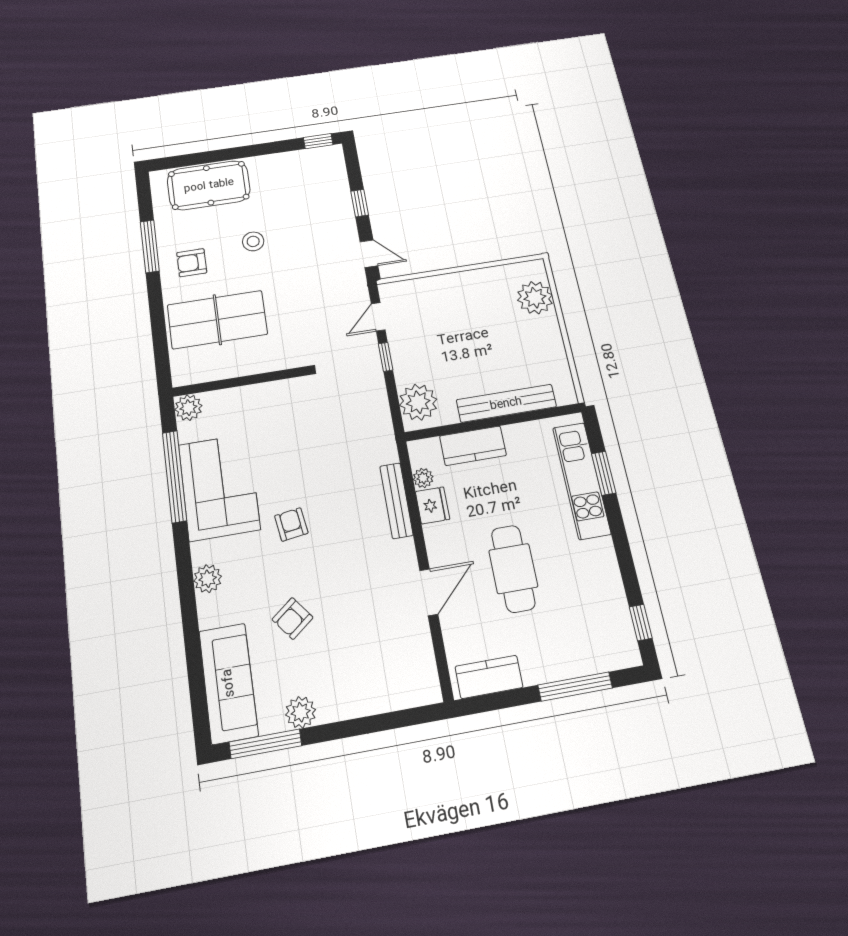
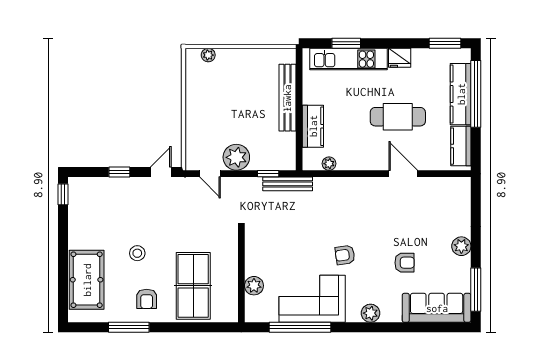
plant: (535, 298) -> (208, 55), width x0.53, depth x0.53
window: (386, 357) -> (268, 174), moved
plant: (418, 402) -> (236, 157), moved
plant: (188, 408) -> (254, 286), moved
bench: (396, 501) -> (288, 184), moved
fridge: (433, 505) -> (400, 58), moved, turned 180
armchair: (293, 618) -> (405, 263), turned -52
window: (641, 623) -> (445, 43), width x1.50
kitchen counter: (569, 662) -> (461, 94), added
window: (575, 686) -> (476, 94), width x1.46
plant: (301, 712) -> (461, 246), moved

